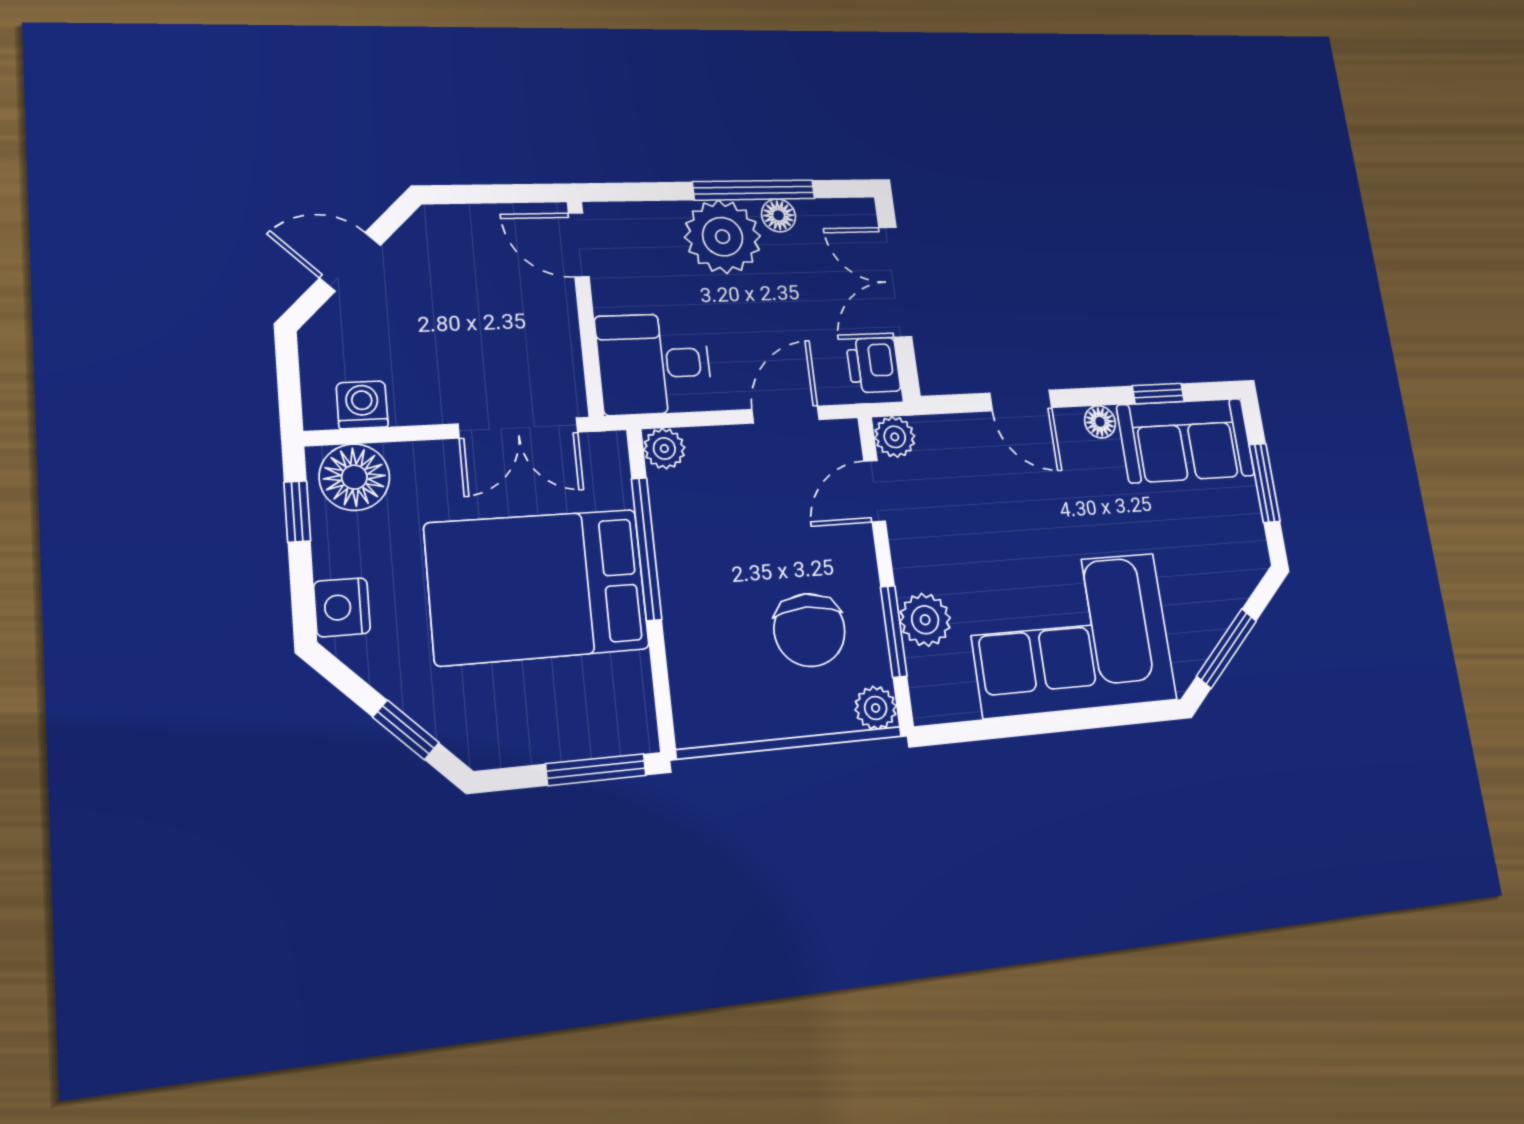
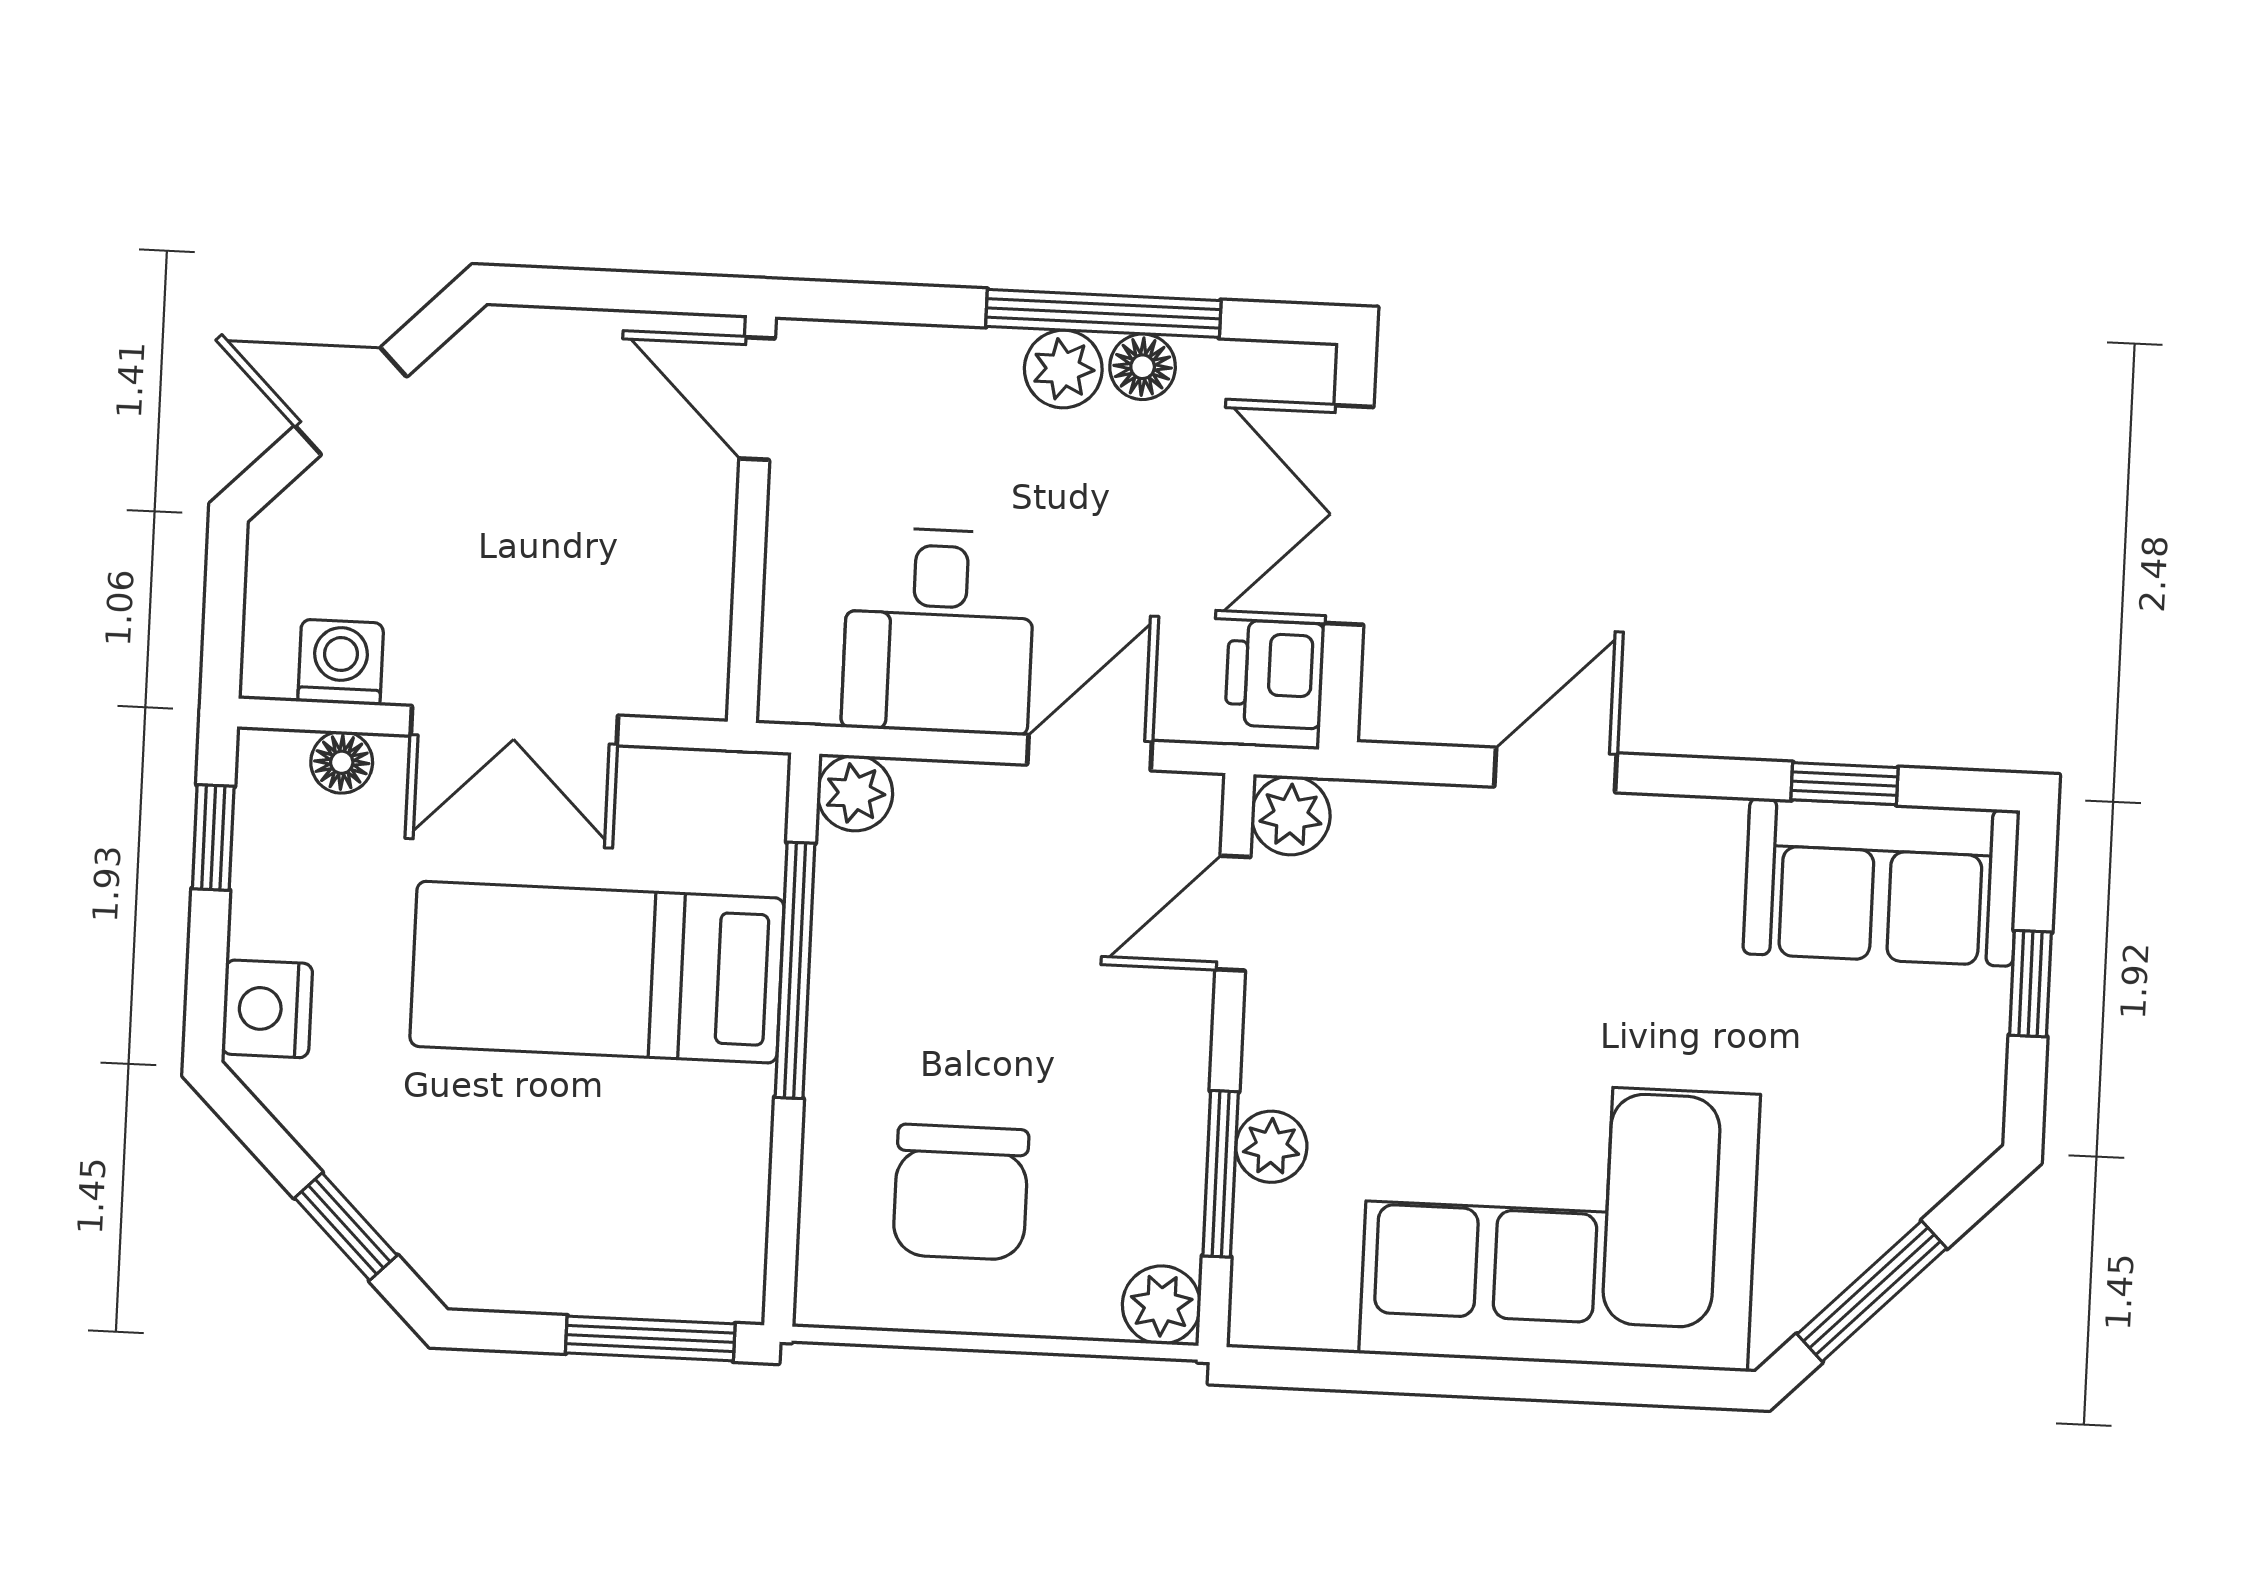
plant: (723, 237) -> (1063, 369), width x0.53, depth x0.53
desk: (654, 364) -> (939, 631), moved, turned -90
door: (1021, 400) -> (1556, 770), swing flipped
floor lamp: (1100, 422) -> (1709, 828), removed
double door: (518, 428) -> (514, 726), moved
floor lamp: (354, 477) -> (342, 762), width x0.53, depth x0.53
window: (1265, 483) -> (2030, 984), width x0.67
bed: (537, 586) -> (597, 972), width x0.67
plant: (925, 620) -> (1271, 1147), width x0.73, depth x0.73
chair: (810, 630) -> (961, 1192), moved

